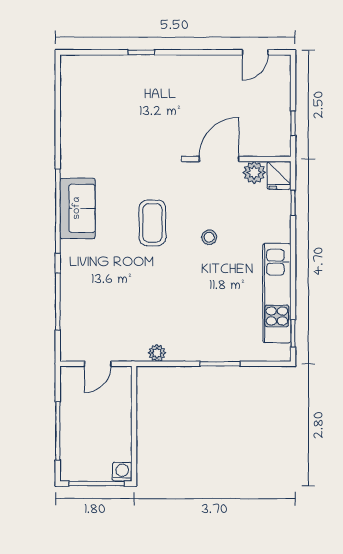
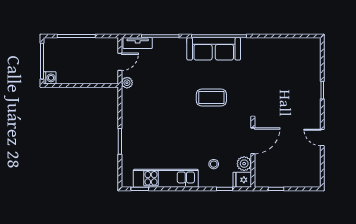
door: (255, 52) -> (322, 138), moved
door: (219, 159) -> (253, 141), hinge flipped
sofa: (77, 208) -> (214, 49), width x1.36
stool: (209, 237) -> (214, 164), moved
tv unit: (69, 336) -> (138, 43), added
plant: (157, 353) -> (127, 83), moved
door: (98, 364) -> (120, 62), swing flipped

